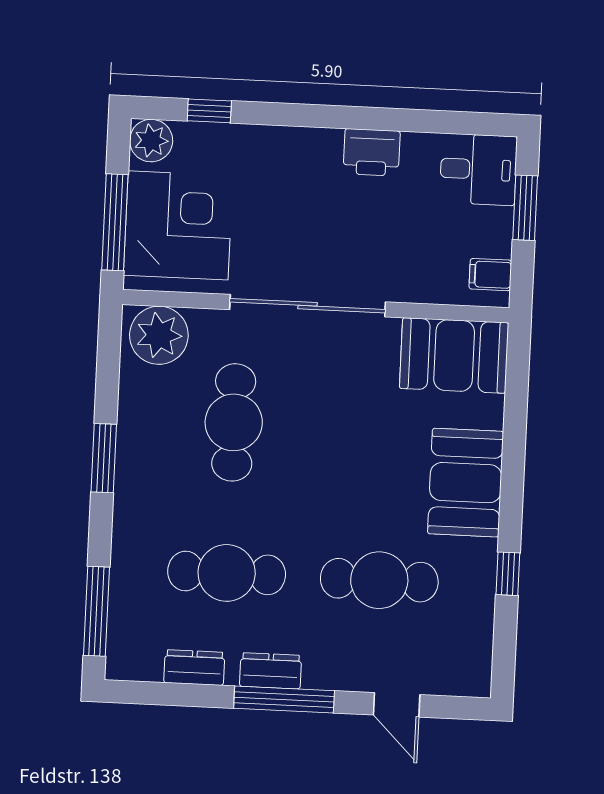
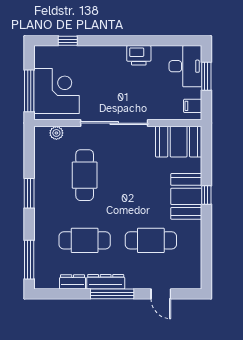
plant: (151, 141) -> (43, 55), removed
desk: (478, 169) -> (185, 66), width x1.37
plant: (159, 335) -> (56, 133), width x0.53, depth x0.53
window: (508, 574) -> (206, 195), moved
dresser: (271, 671) -> (106, 282), width x1.44

